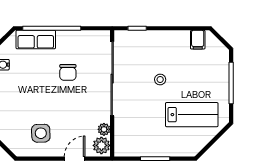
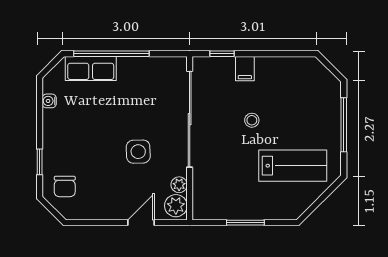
filing cabinet: (198, 40) -> (245, 69), moved
chair: (68, 72) -> (65, 186), moved
side table: (41, 133) -> (138, 152), moved

